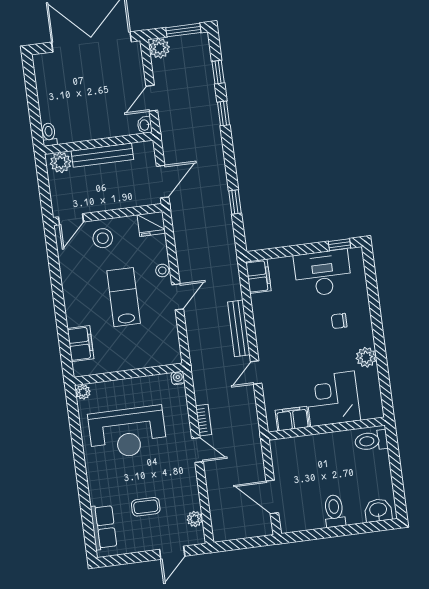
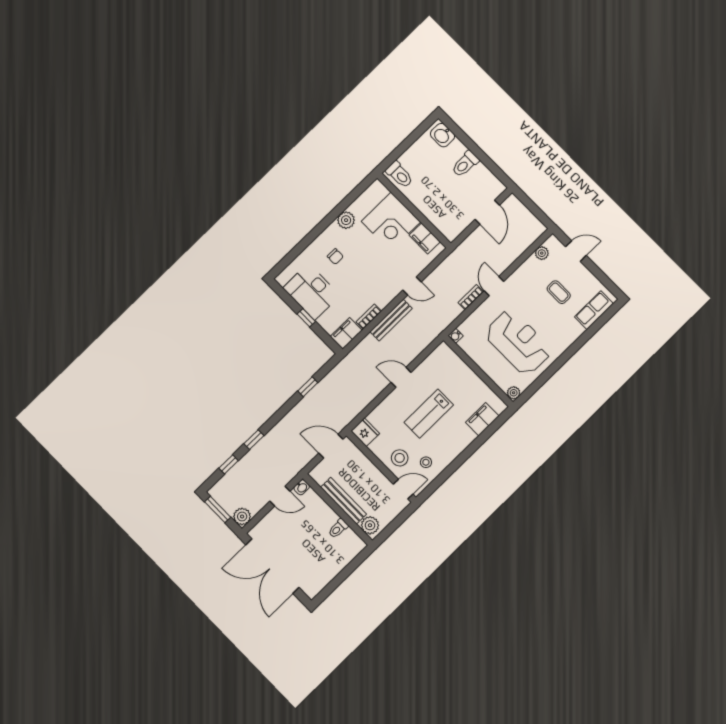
toilet: (49, 134) -> (338, 528), moved
window: (340, 245) -> (306, 318), moved
stool: (162, 270) -> (426, 462), moved
bookcase: (258, 310) -> (369, 317), added

